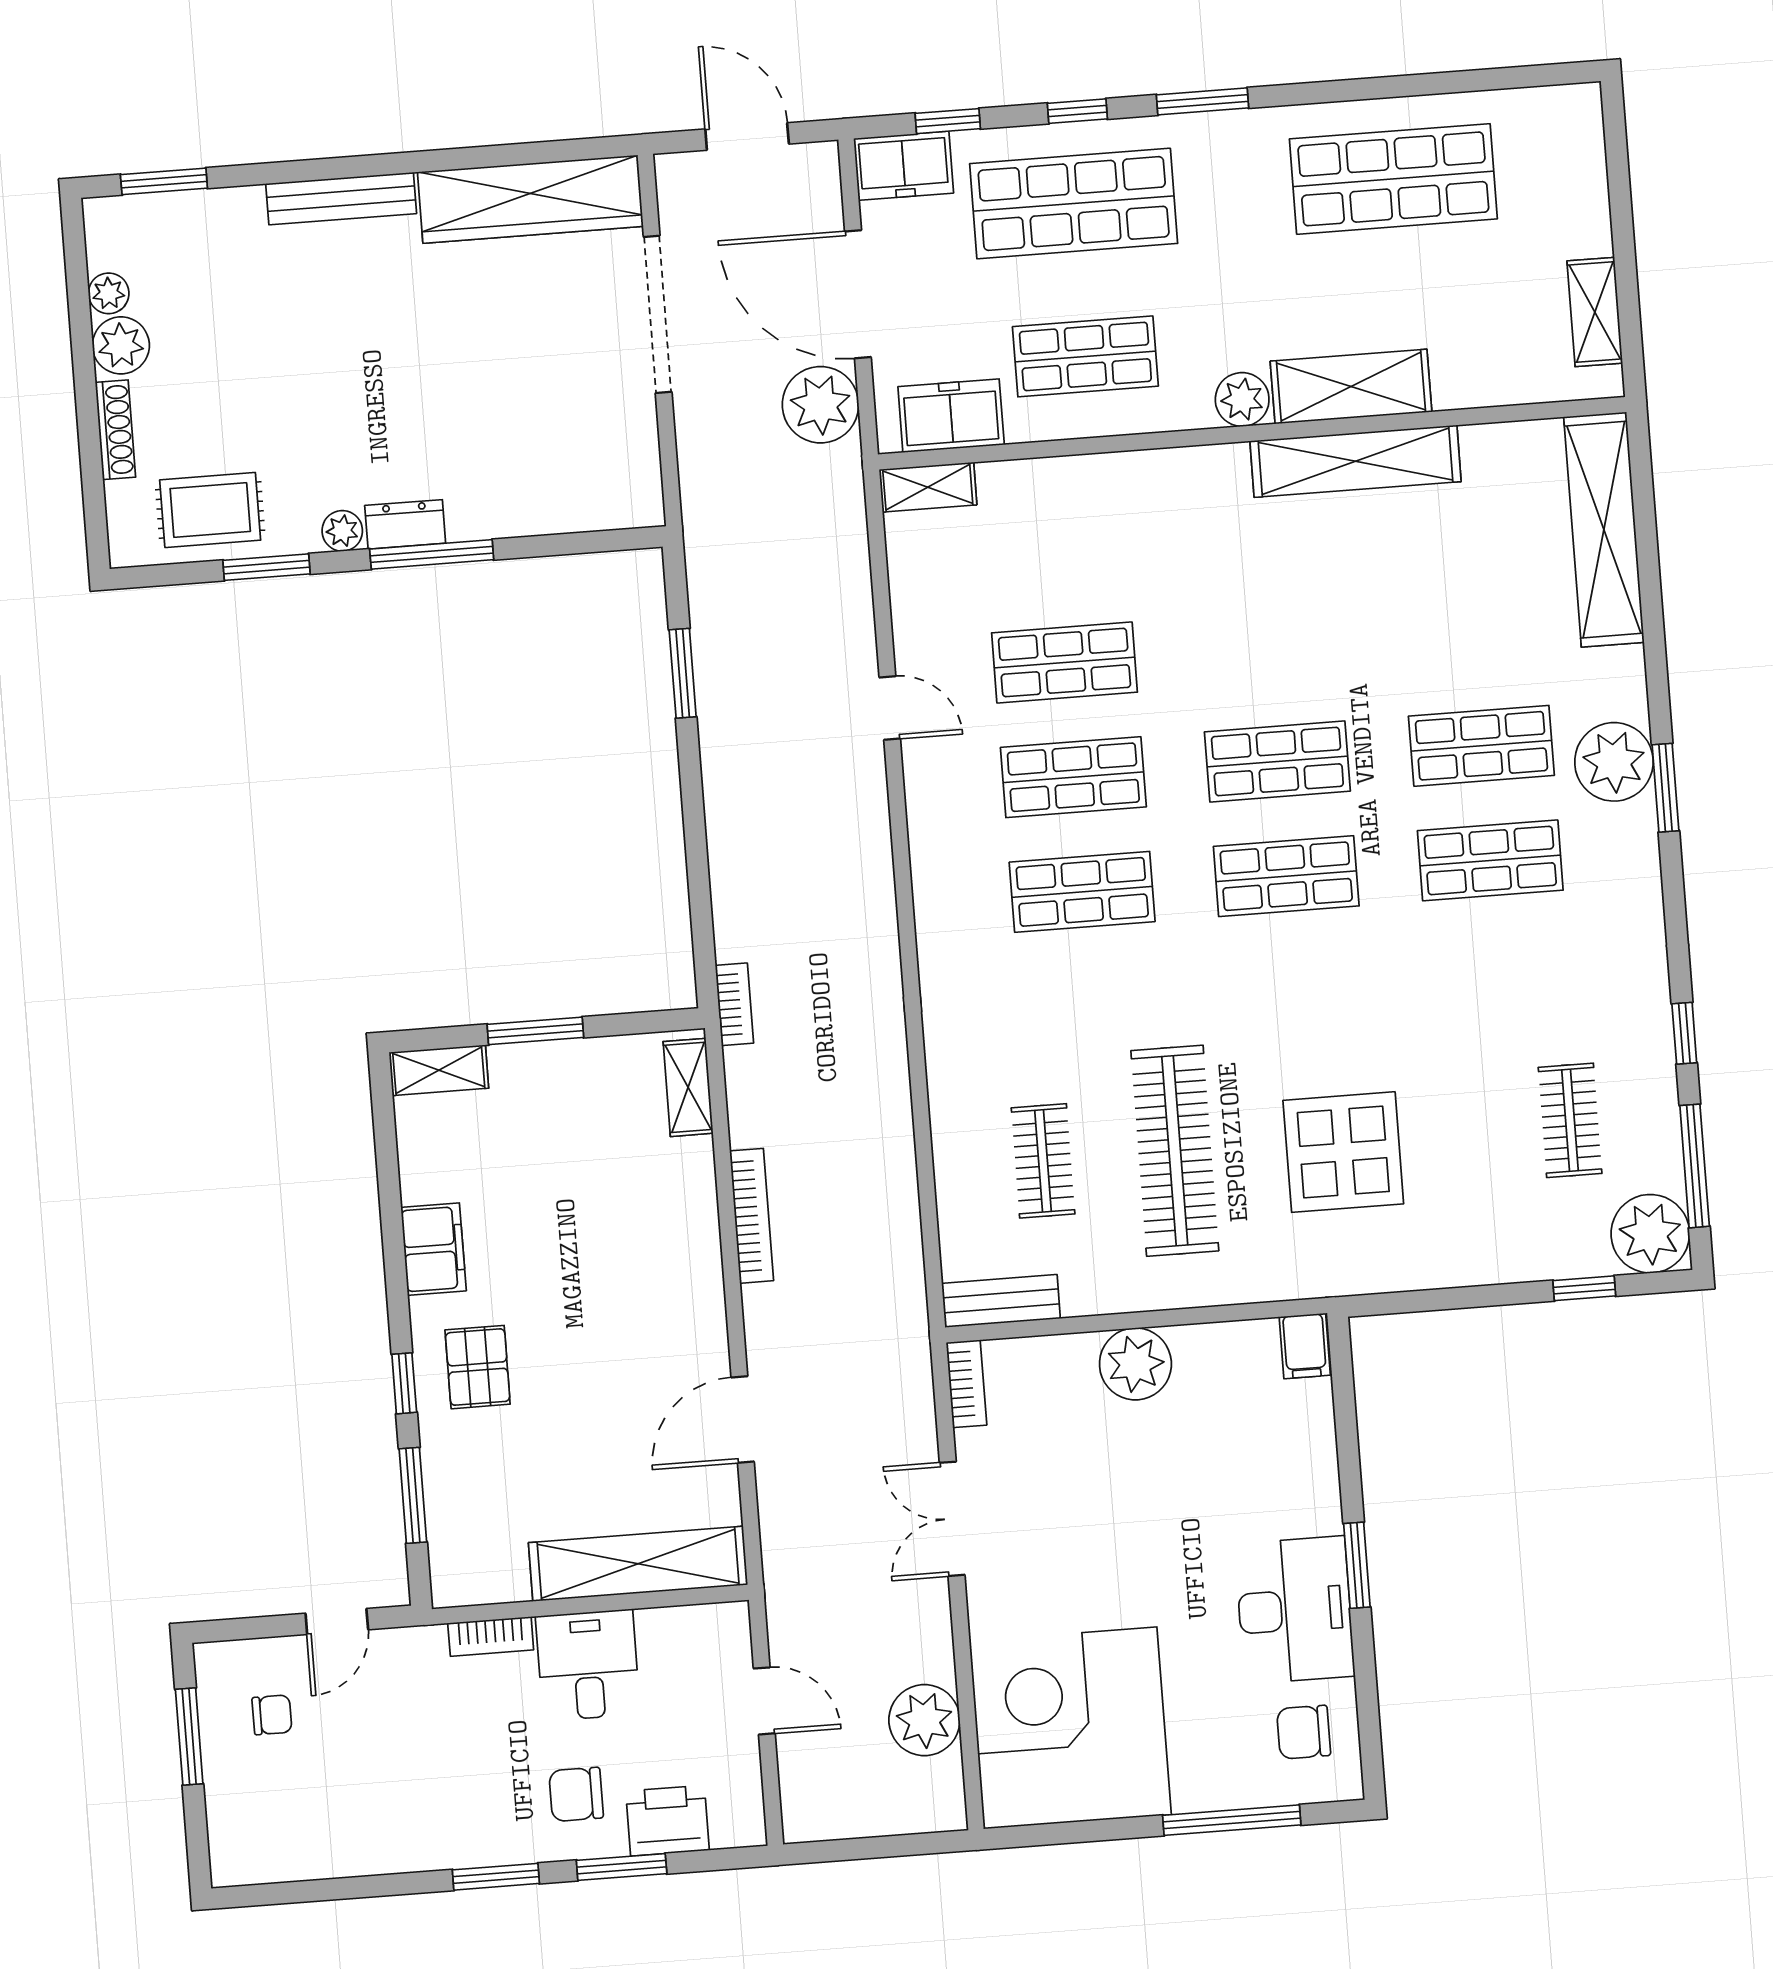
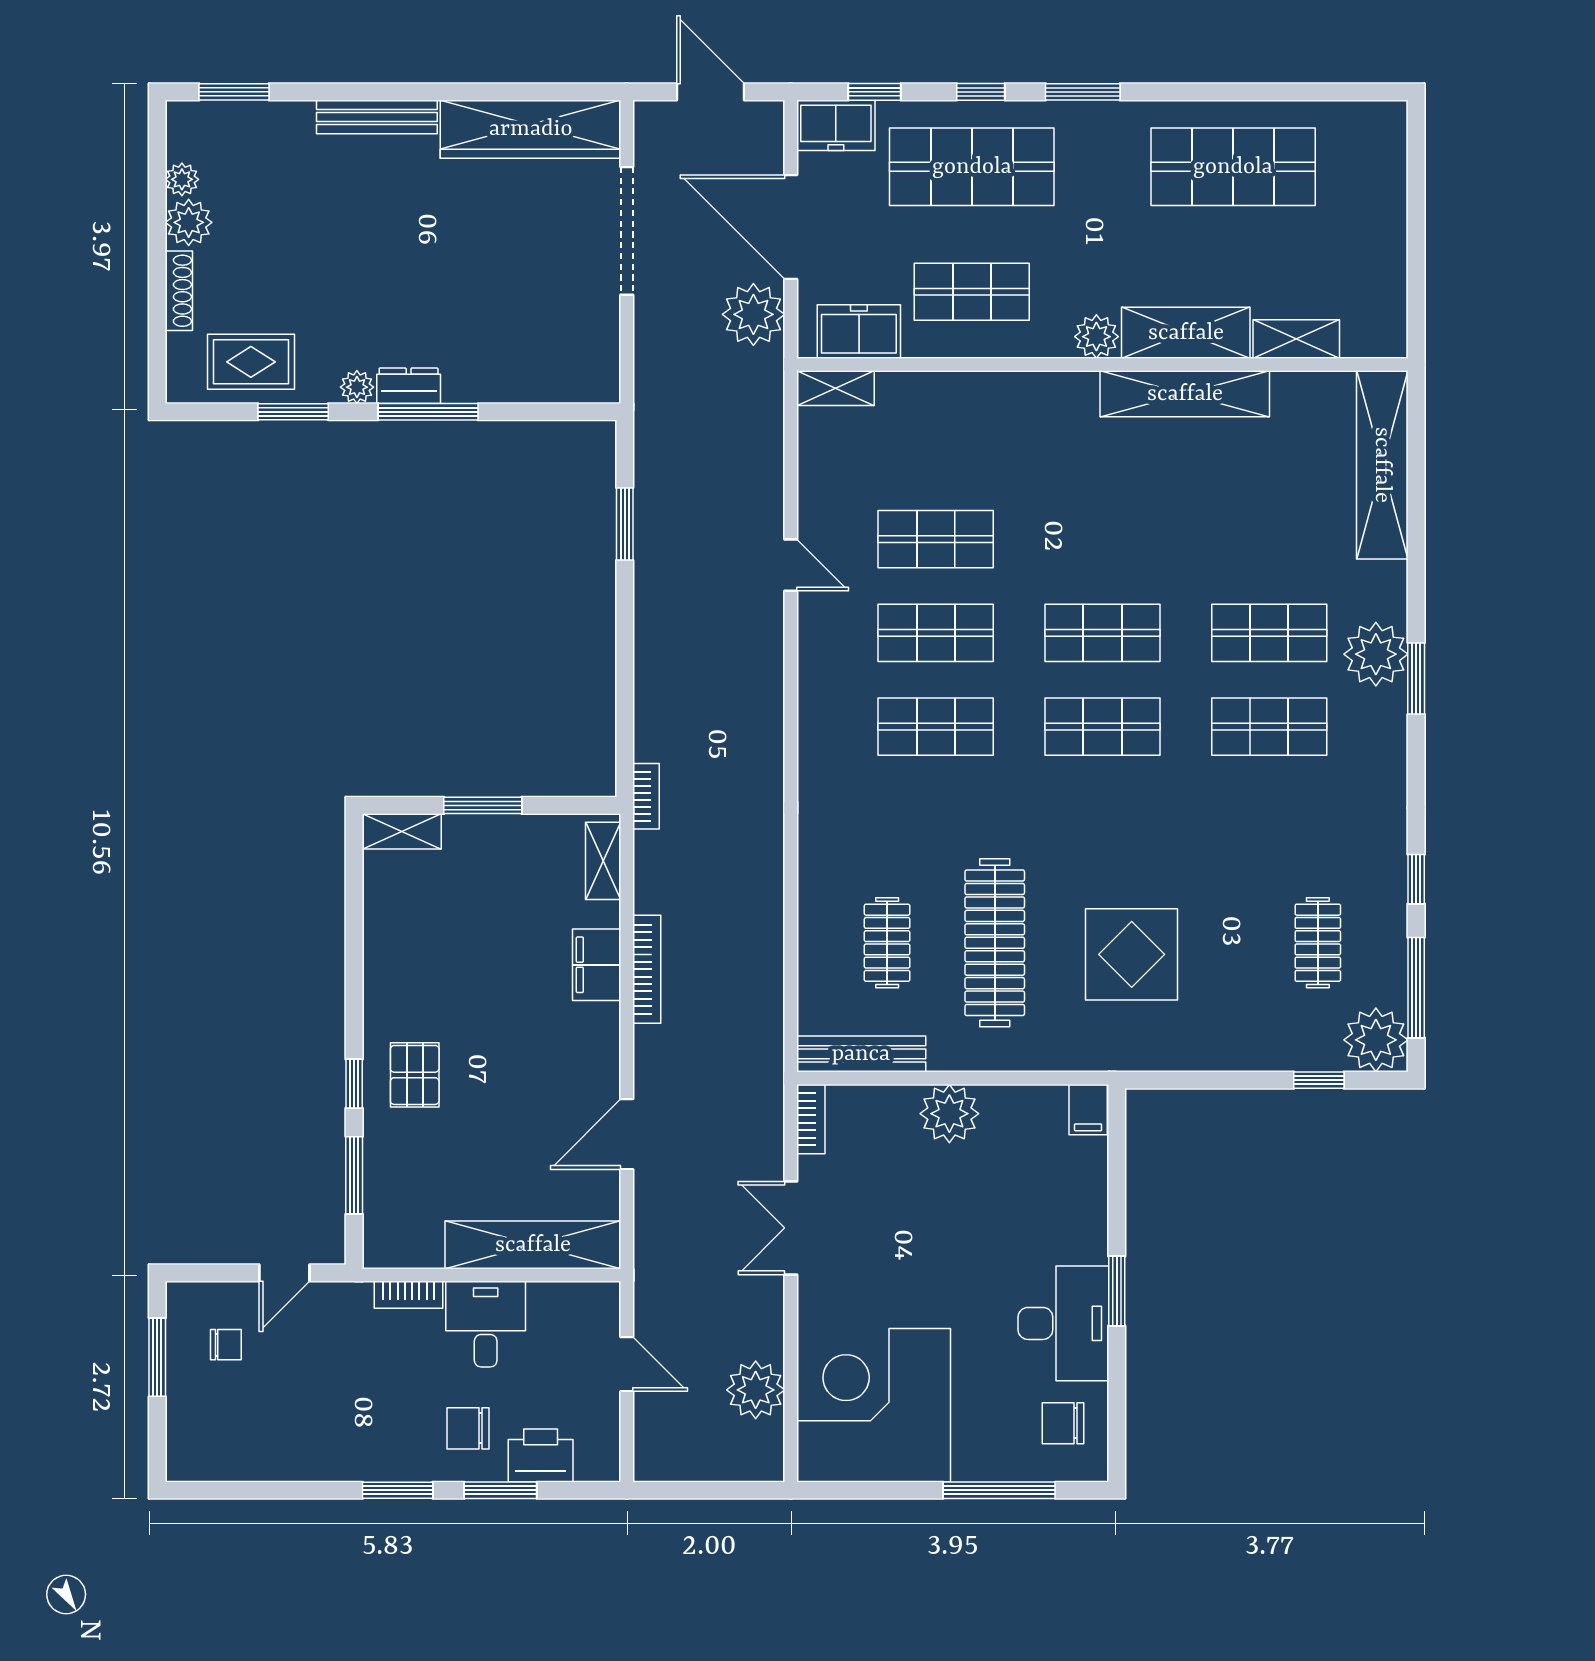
shelving: (1595, 312) -> (1296, 339), moved, turned 90
filing cabinet: (434, 1249) -> (597, 965), moved, turned 180
bench: (1001, 1301) -> (861, 1054), width x1.36

